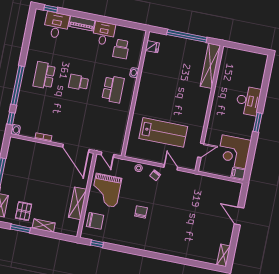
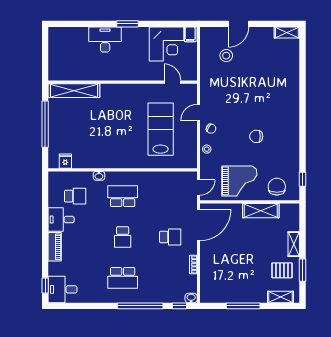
desk: (56, 25) -> (63, 289), moved
school desk: (71, 122) -> (170, 237), added
stool: (214, 200) -> (226, 56), added

